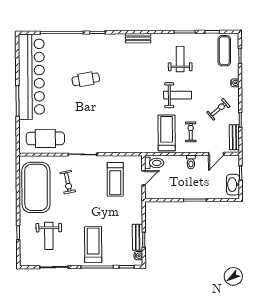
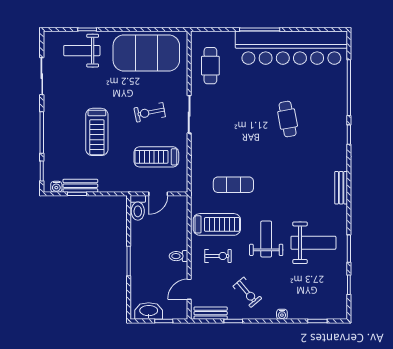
exercise mat: (224, 51) -> (233, 185), moved
weight bench: (180, 59) -> (313, 243), width x1.36, depth x1.33
weight bench: (178, 95) -> (266, 239), turned 180
cafe table: (45, 138) -> (210, 66), width x0.73, depth x0.74
door: (216, 154) -> (189, 289), hinge flipped
toilet: (154, 163) -> (138, 208), moved
door: (143, 178) -> (158, 194), hinge flipped
exercise bike: (68, 182) -> (150, 112), moved
weight bench: (49, 236) -> (82, 51), moved
treadmill: (93, 245) -> (97, 132), moved, turned 90

